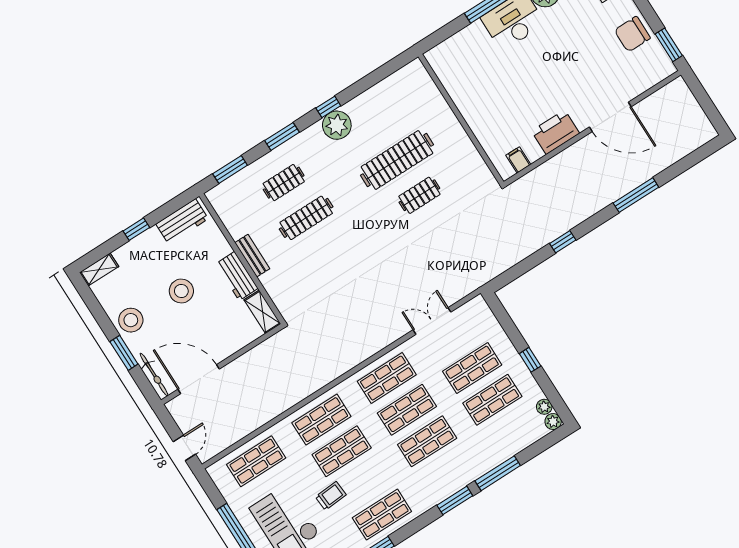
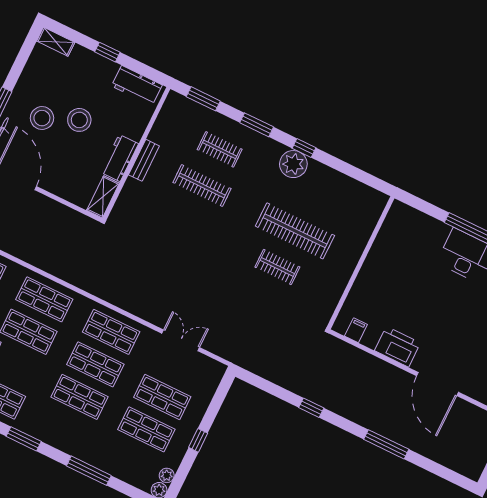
stool: (131, 320) -> (42, 118), moved
window: (455, 500) -> (24, 439), moved

